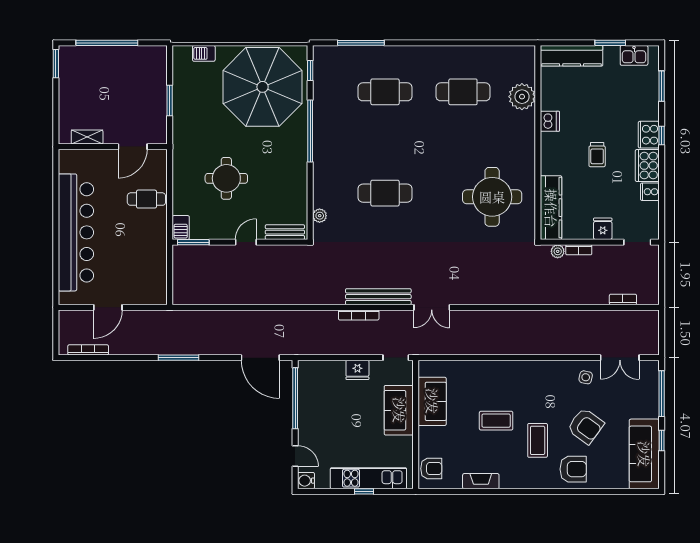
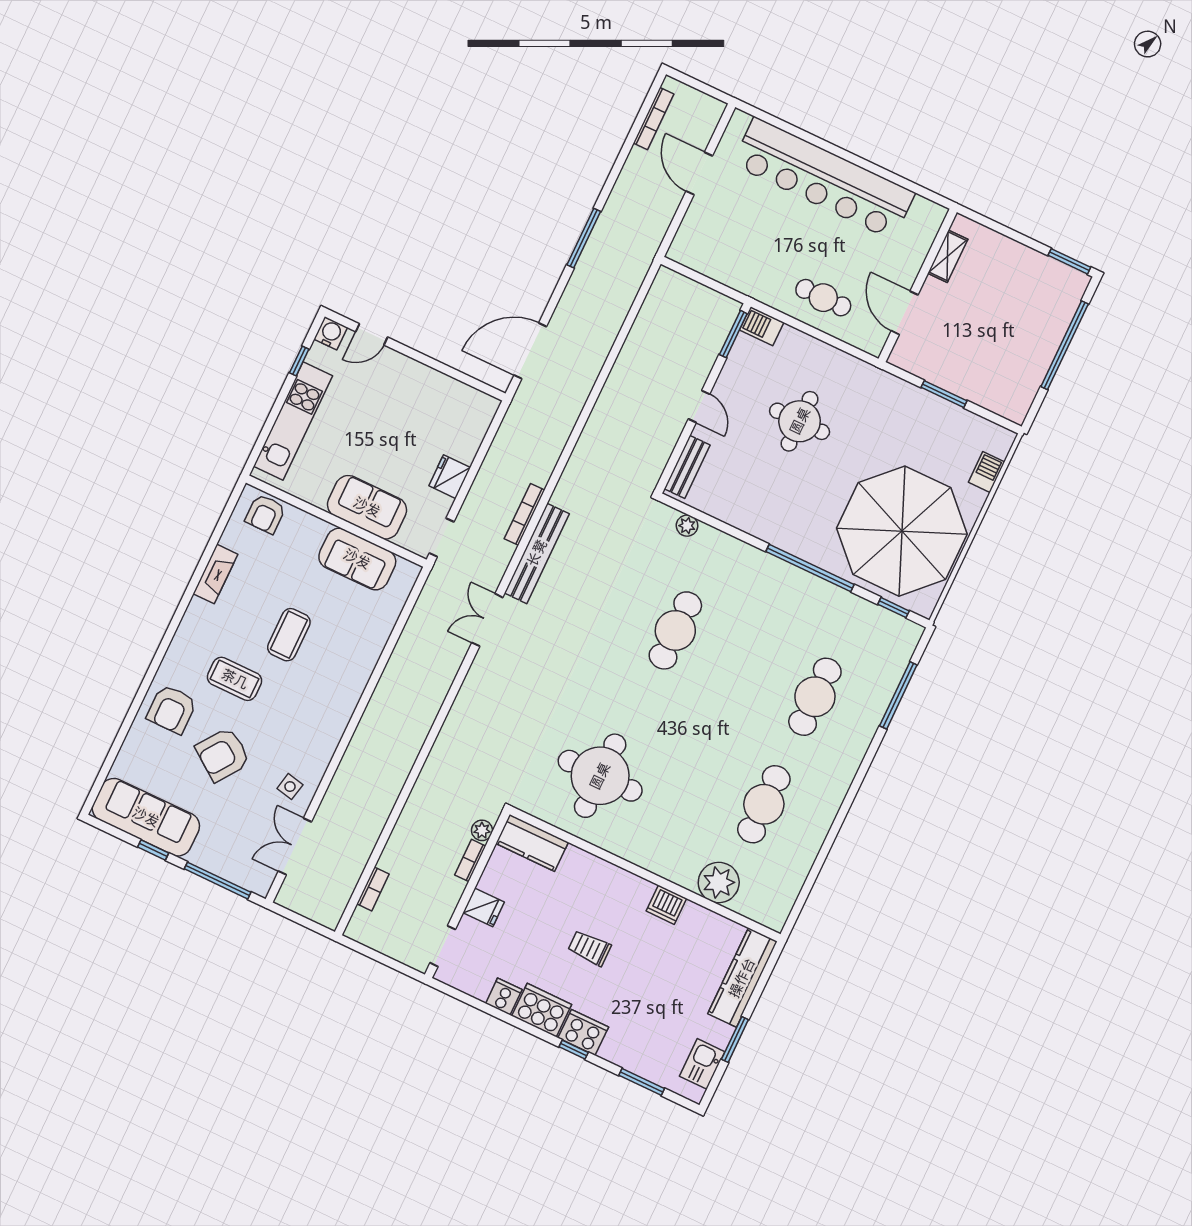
cafe table: (146, 199) -> (823, 298), turned 90
kitchen counter: (551, 208) -> (532, 843), width x0.67
window: (295, 398) -> (451, 372), removed
window: (364, 491) -> (299, 361), moved

